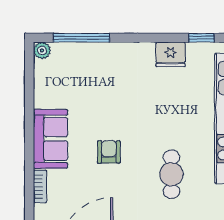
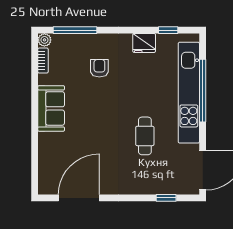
armchair: (109, 152) -> (99, 68), moved
bookcase: (40, 186) -> (43, 61), moved

